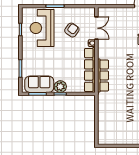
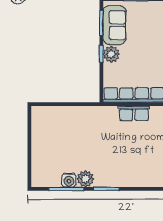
row of seats: (103, 75) -> (134, 113), width x0.68

